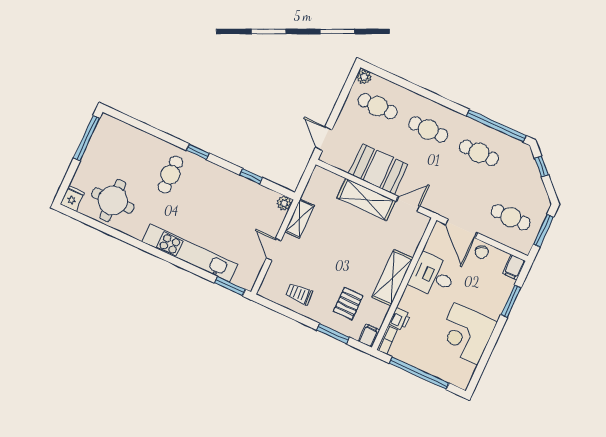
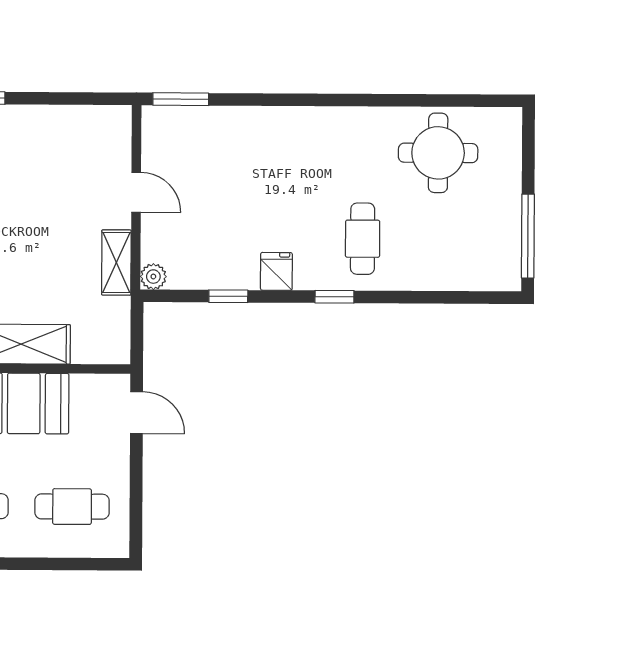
plant: (364, 77) -> (116, 545), removed
fridge: (72, 198) -> (276, 271), moved, turned 180
kitchen unit: (190, 253) -> (271, 124), removed
trolley: (299, 294) -> (61, 138), removed

